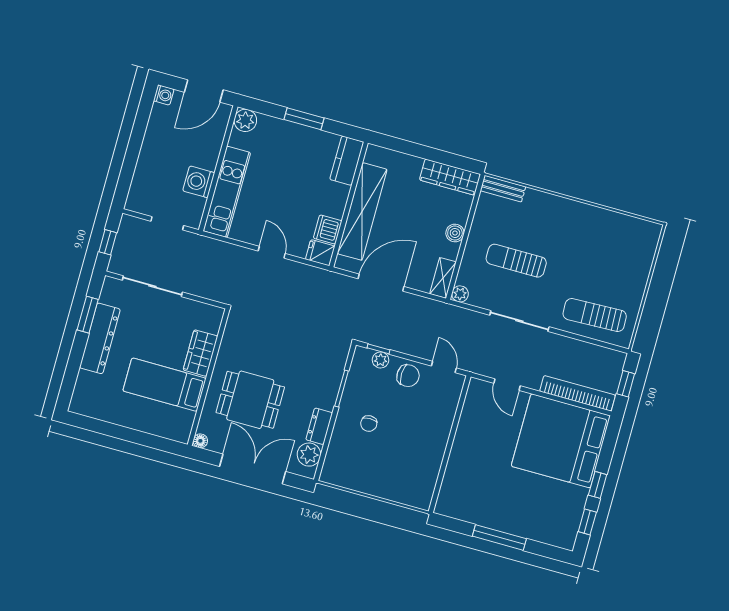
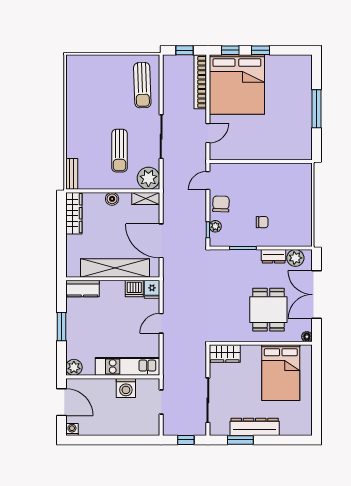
plant: (460, 294) -> (148, 178), width x1.88, depth x1.88
wardrobe: (200, 353) -> (225, 354), moved
bed: (164, 385) -> (281, 373), width x1.50
window: (587, 522) -> (230, 50), moved

